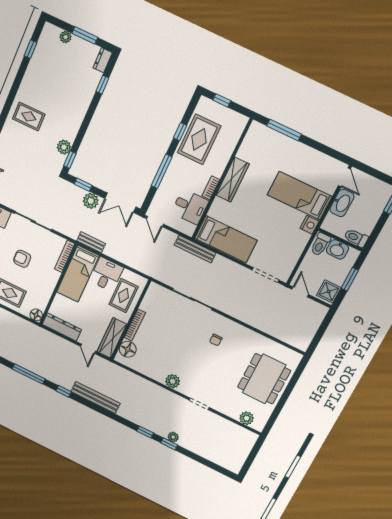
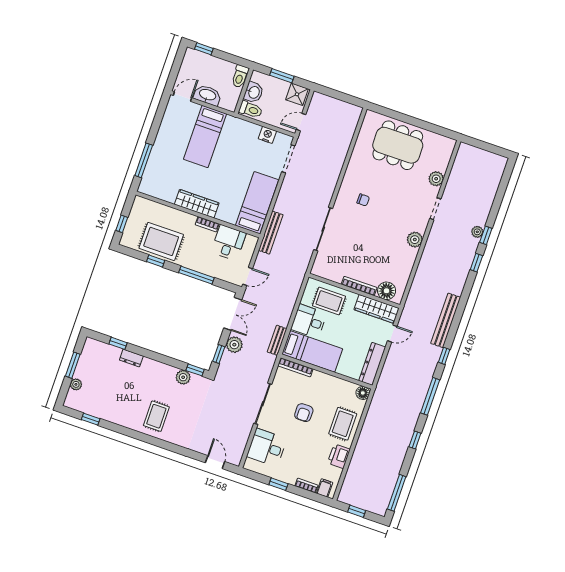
dresser: (103, 60) -> (131, 358), moved
nightstand: (310, 225) -> (267, 135), moved
plant: (247, 418) -> (436, 179), moved

